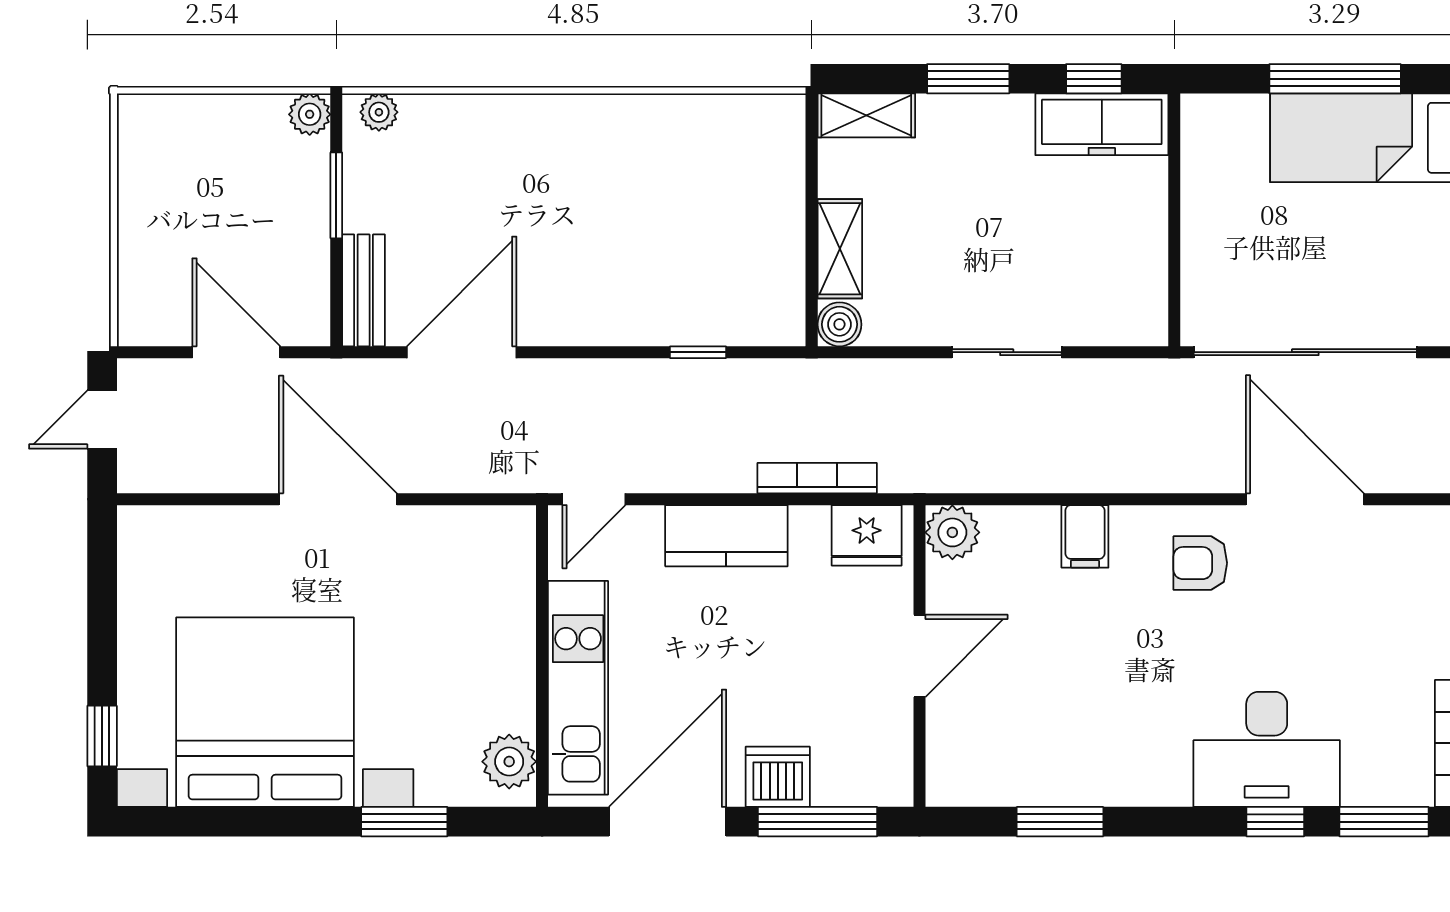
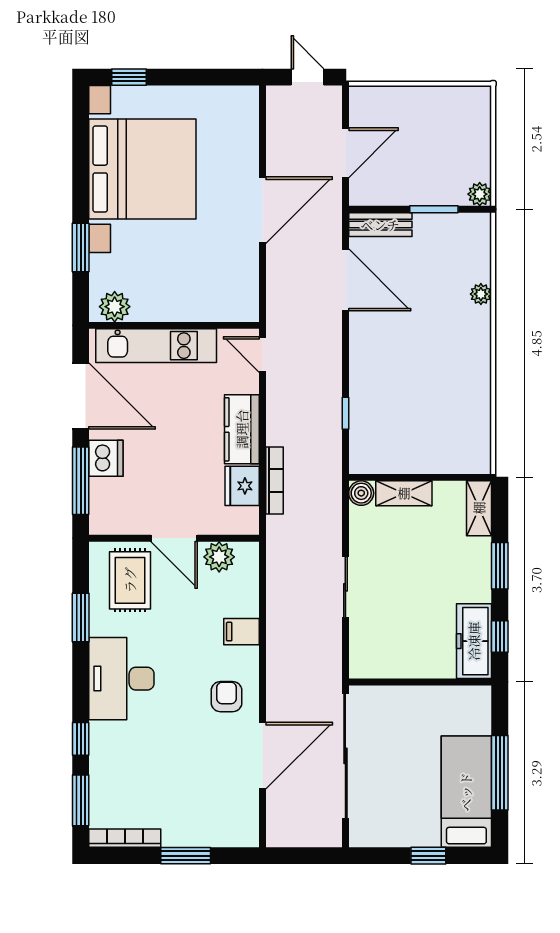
plant: (379, 112) -> (481, 294), moved
plant: (952, 532) -> (219, 557), moved
fridge: (867, 535) -> (242, 486), moved
rug: (994, 734) -> (130, 580), added
desk: (1267, 749) -> (121, 679), moved

